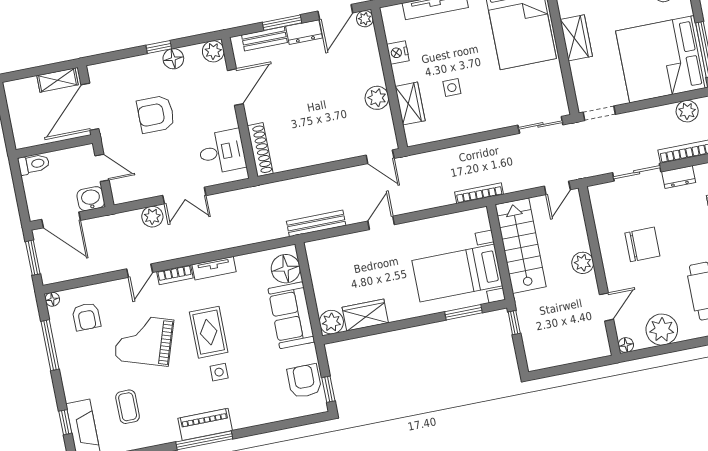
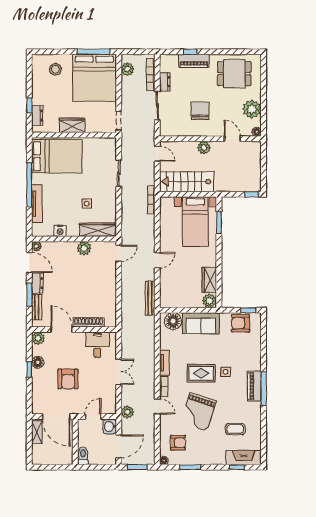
wardrobe: (410, 104) -> (97, 230), width x1.50
sliding door: (540, 125) -> (119, 173), moved
shoe rack: (260, 150) -> (89, 322), moved
plant: (152, 217) -> (127, 412), moved
door: (381, 223) -> (157, 260), swing flipped
window: (514, 323) -> (252, 194), moved
window: (50, 345) -> (190, 467), width x0.69

